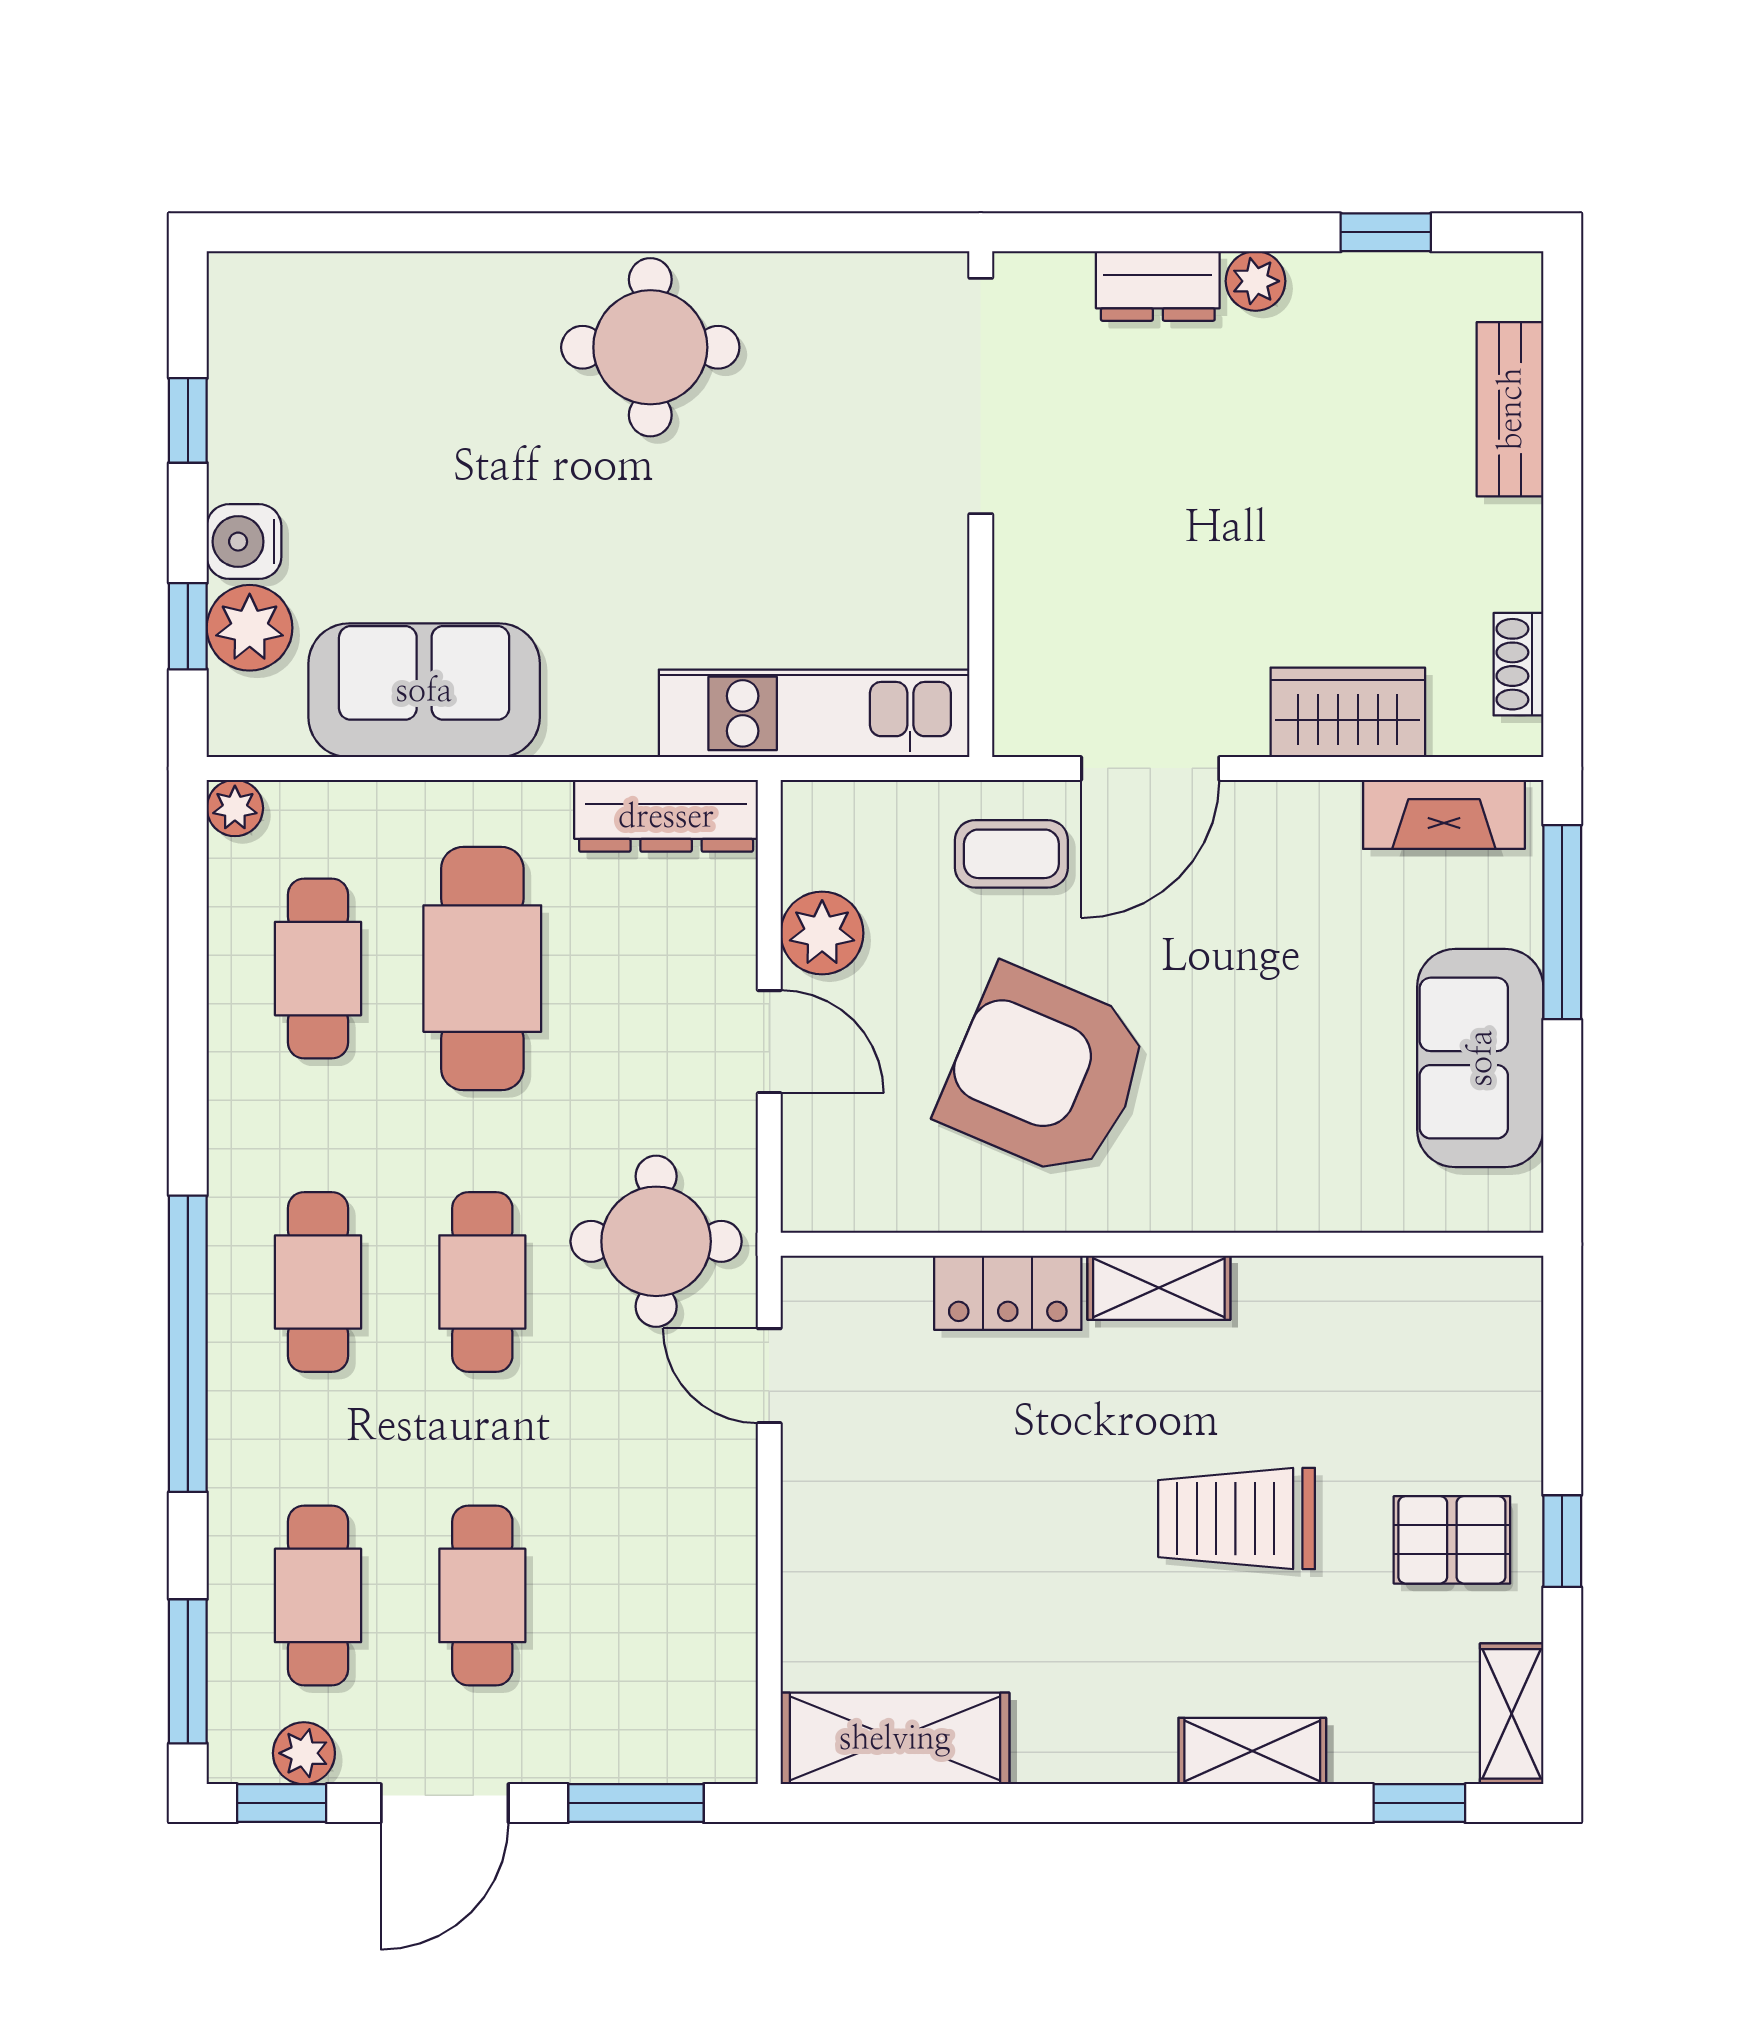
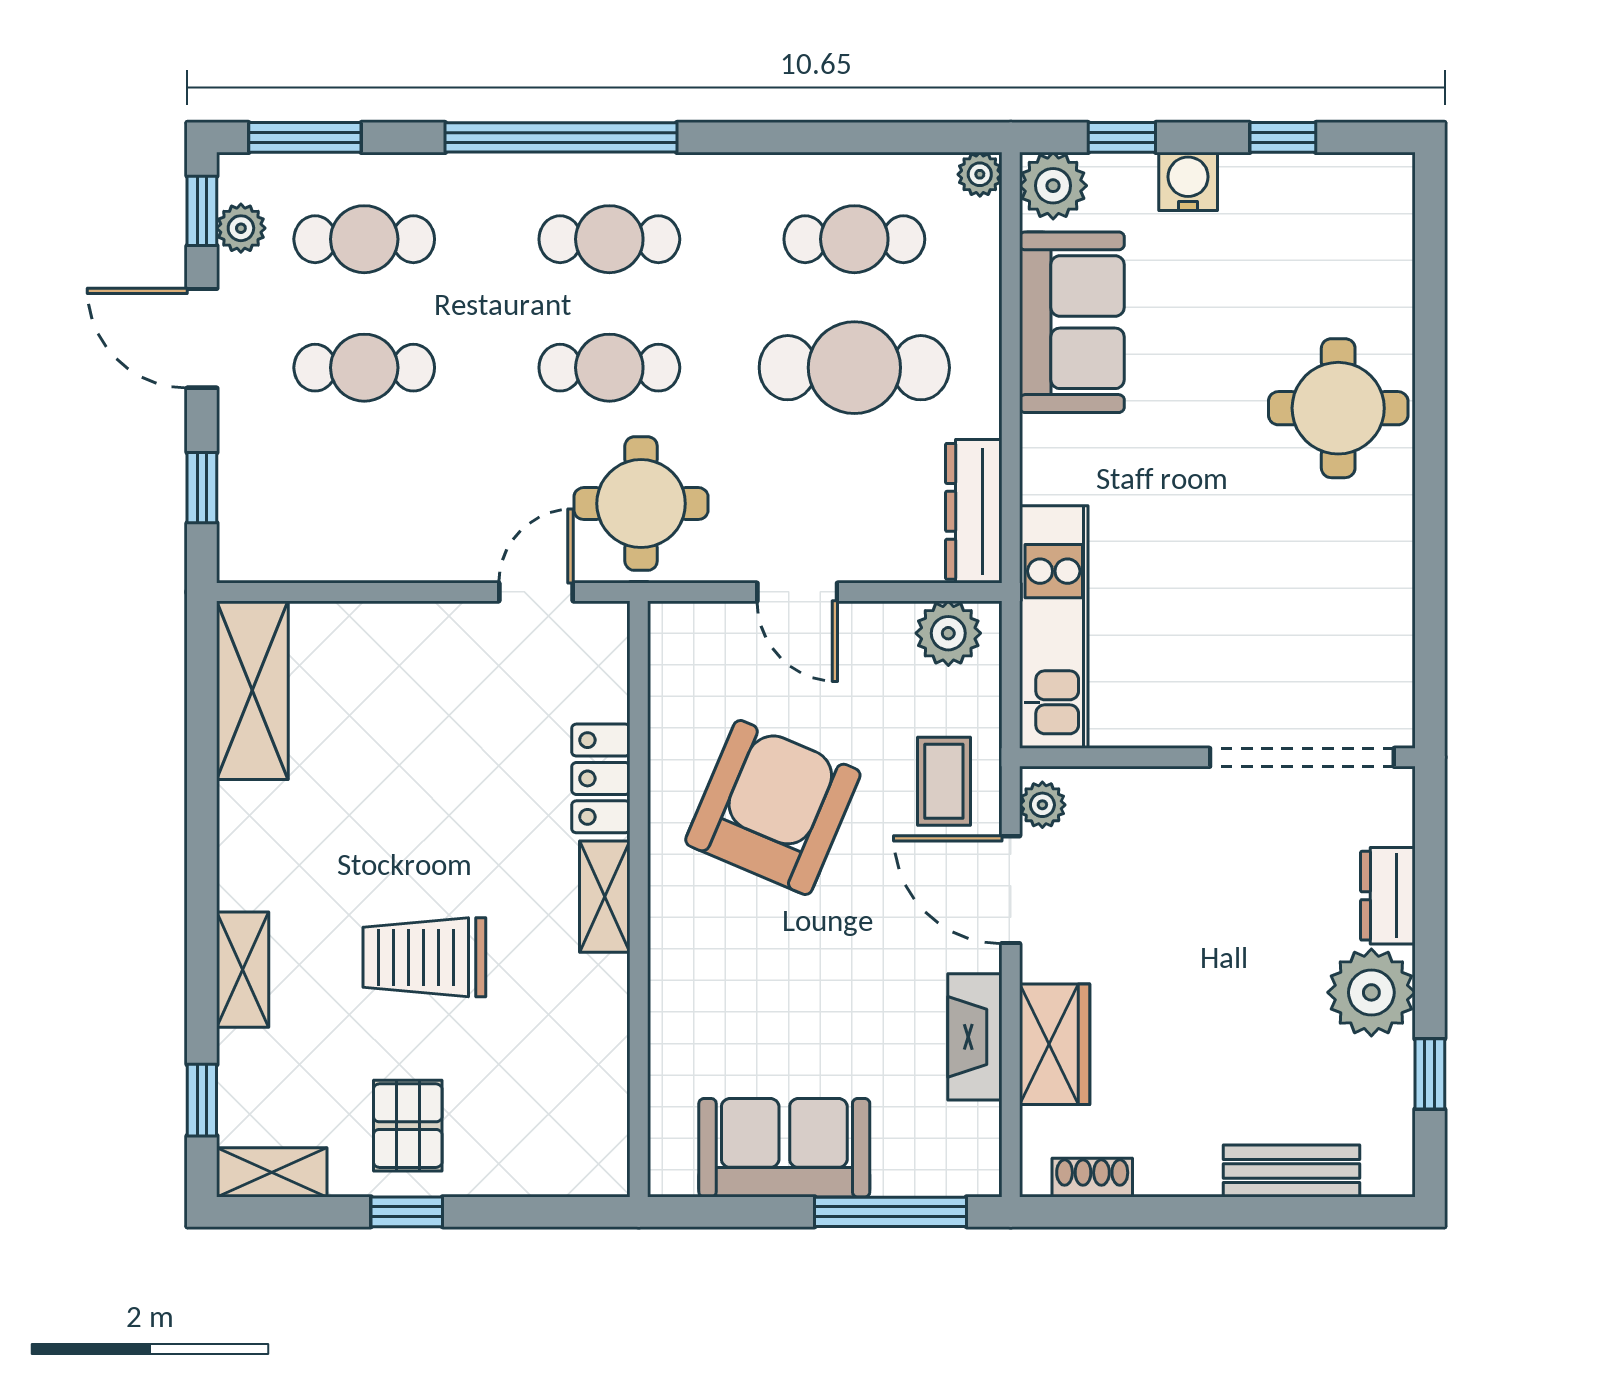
plant: (1256, 281) -> (1371, 992), width x1.88, depth x1.88
round table: (650, 347) -> (1338, 408), moved
plant: (250, 628) -> (1053, 186), moved
plant: (1042, 728) -> (1042, 805), added
fireplace: (1444, 814) -> (975, 1037), moved
plant: (822, 933) -> (948, 633), moved
door: (769, 1042) -> (797, 592), hinge flipped
trolley: (1237, 1519) -> (424, 957), turned -90
window: (636, 1803) -> (202, 488), width x0.67

